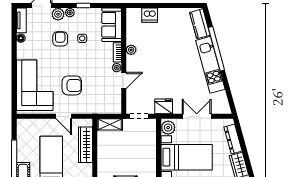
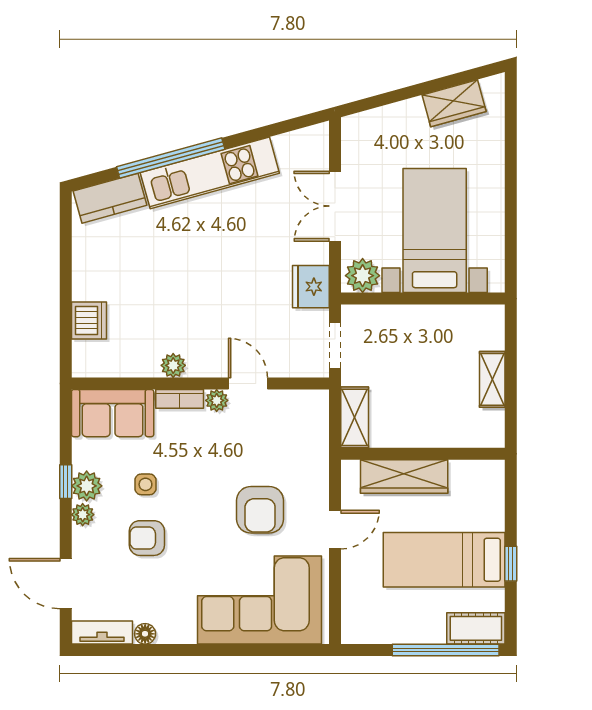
plant: (58, 14) -> (87, 486), moved
armchair: (72, 85) -> (260, 510), turned 180
dresser: (233, 139) -> (390, 118), removed

